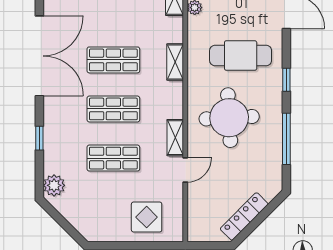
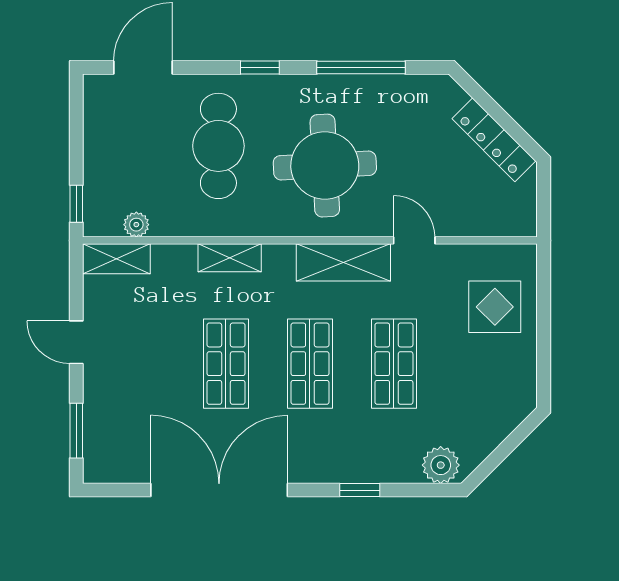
shelving: (175, 138) -> (343, 262), width x1.50, depth x1.33

